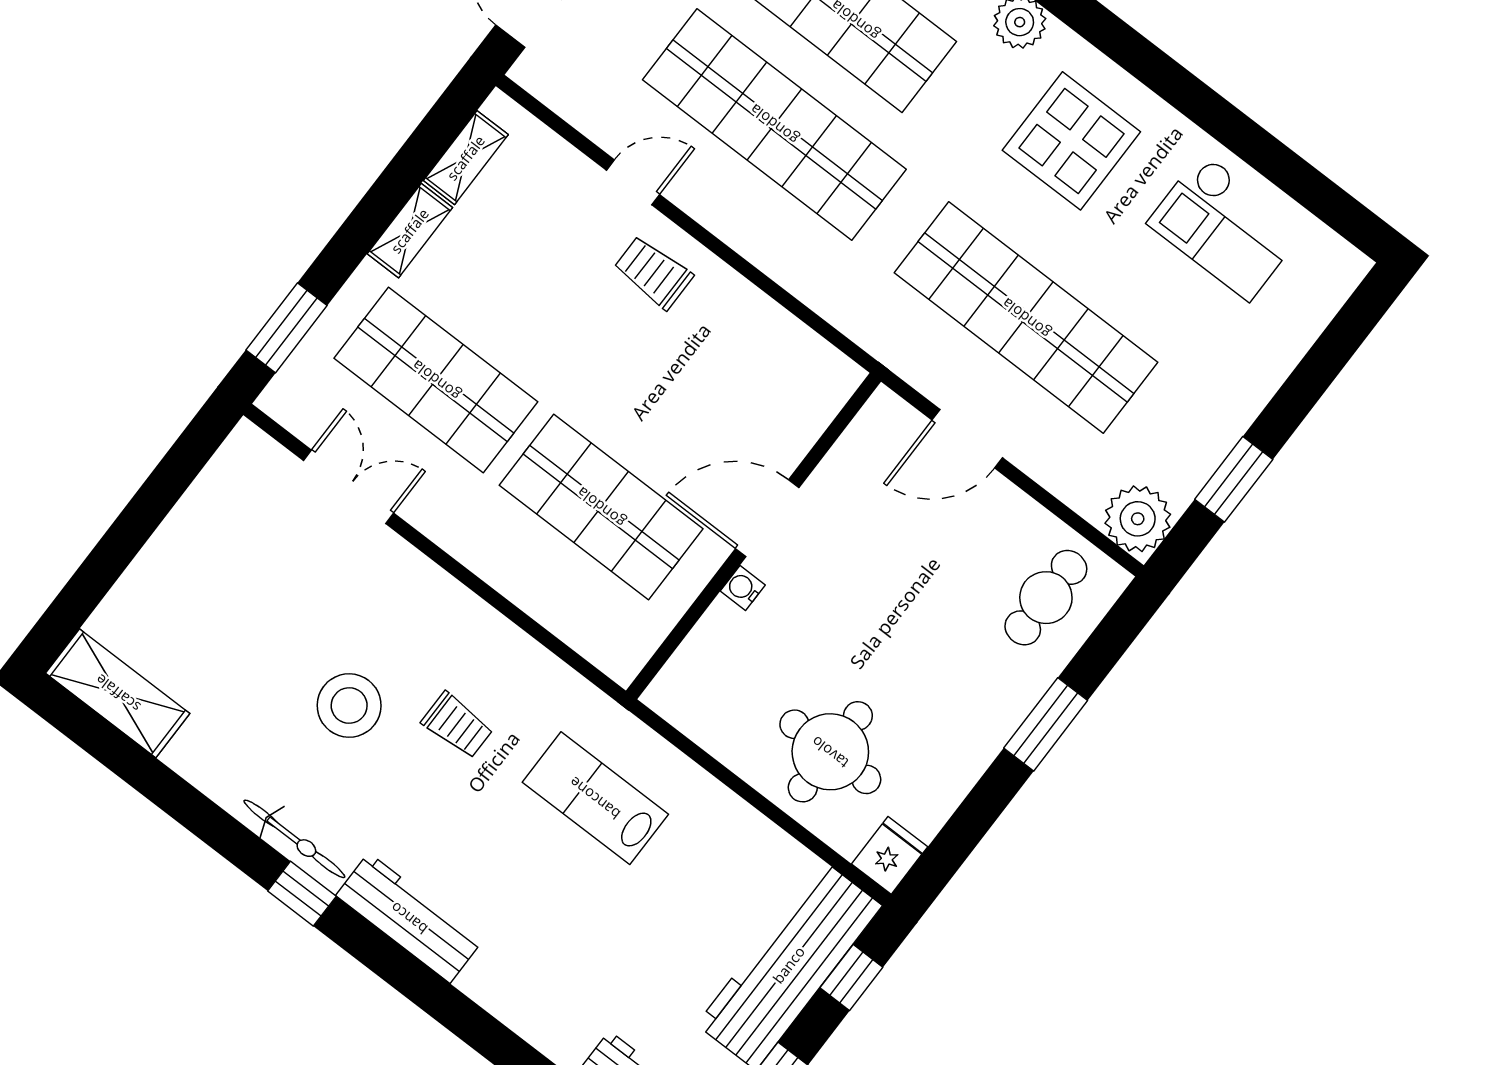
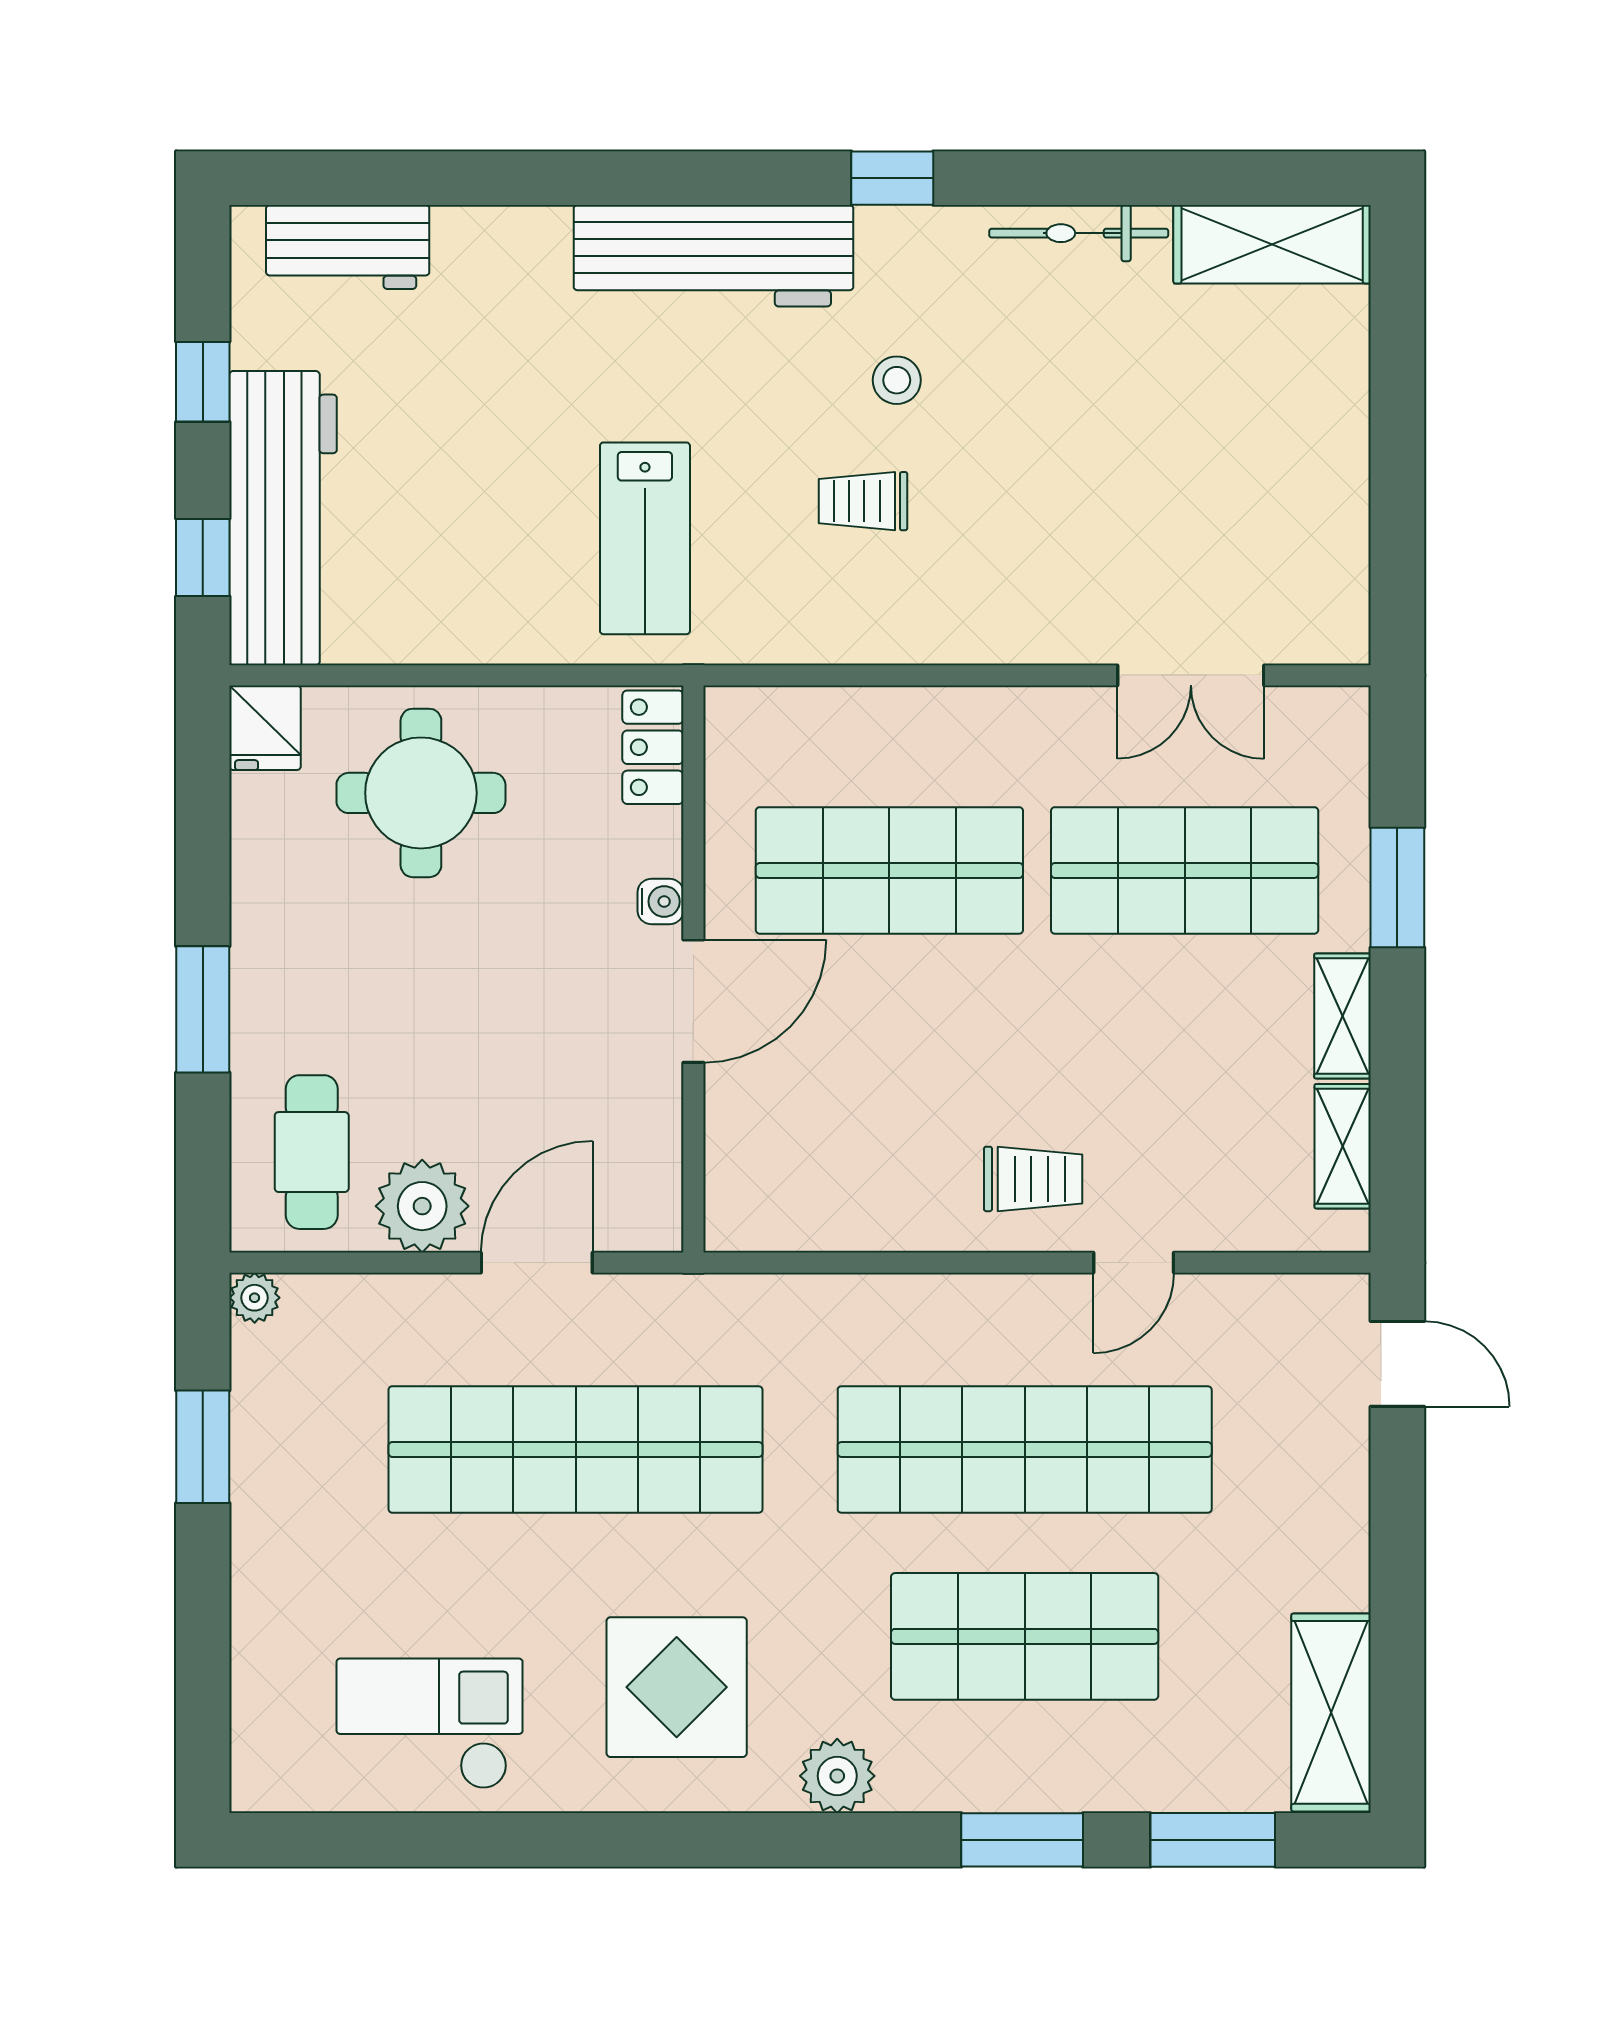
window: (286, 328) -> (1397, 888), moved
plant: (1138, 519) -> (255, 1298), width x0.53, depth x0.53
plant: (1007, 520) -> (422, 1206), added
locker: (681, 678) -> (653, 747), added
stool: (349, 706) -> (897, 380), moved, width x0.53, depth x0.53
lab bench: (595, 798) -> (645, 538), turned 90
bicycle: (294, 839) -> (1079, 233), moved
workbench: (409, 918) -> (713, 256), width x1.36, depth x1.32

